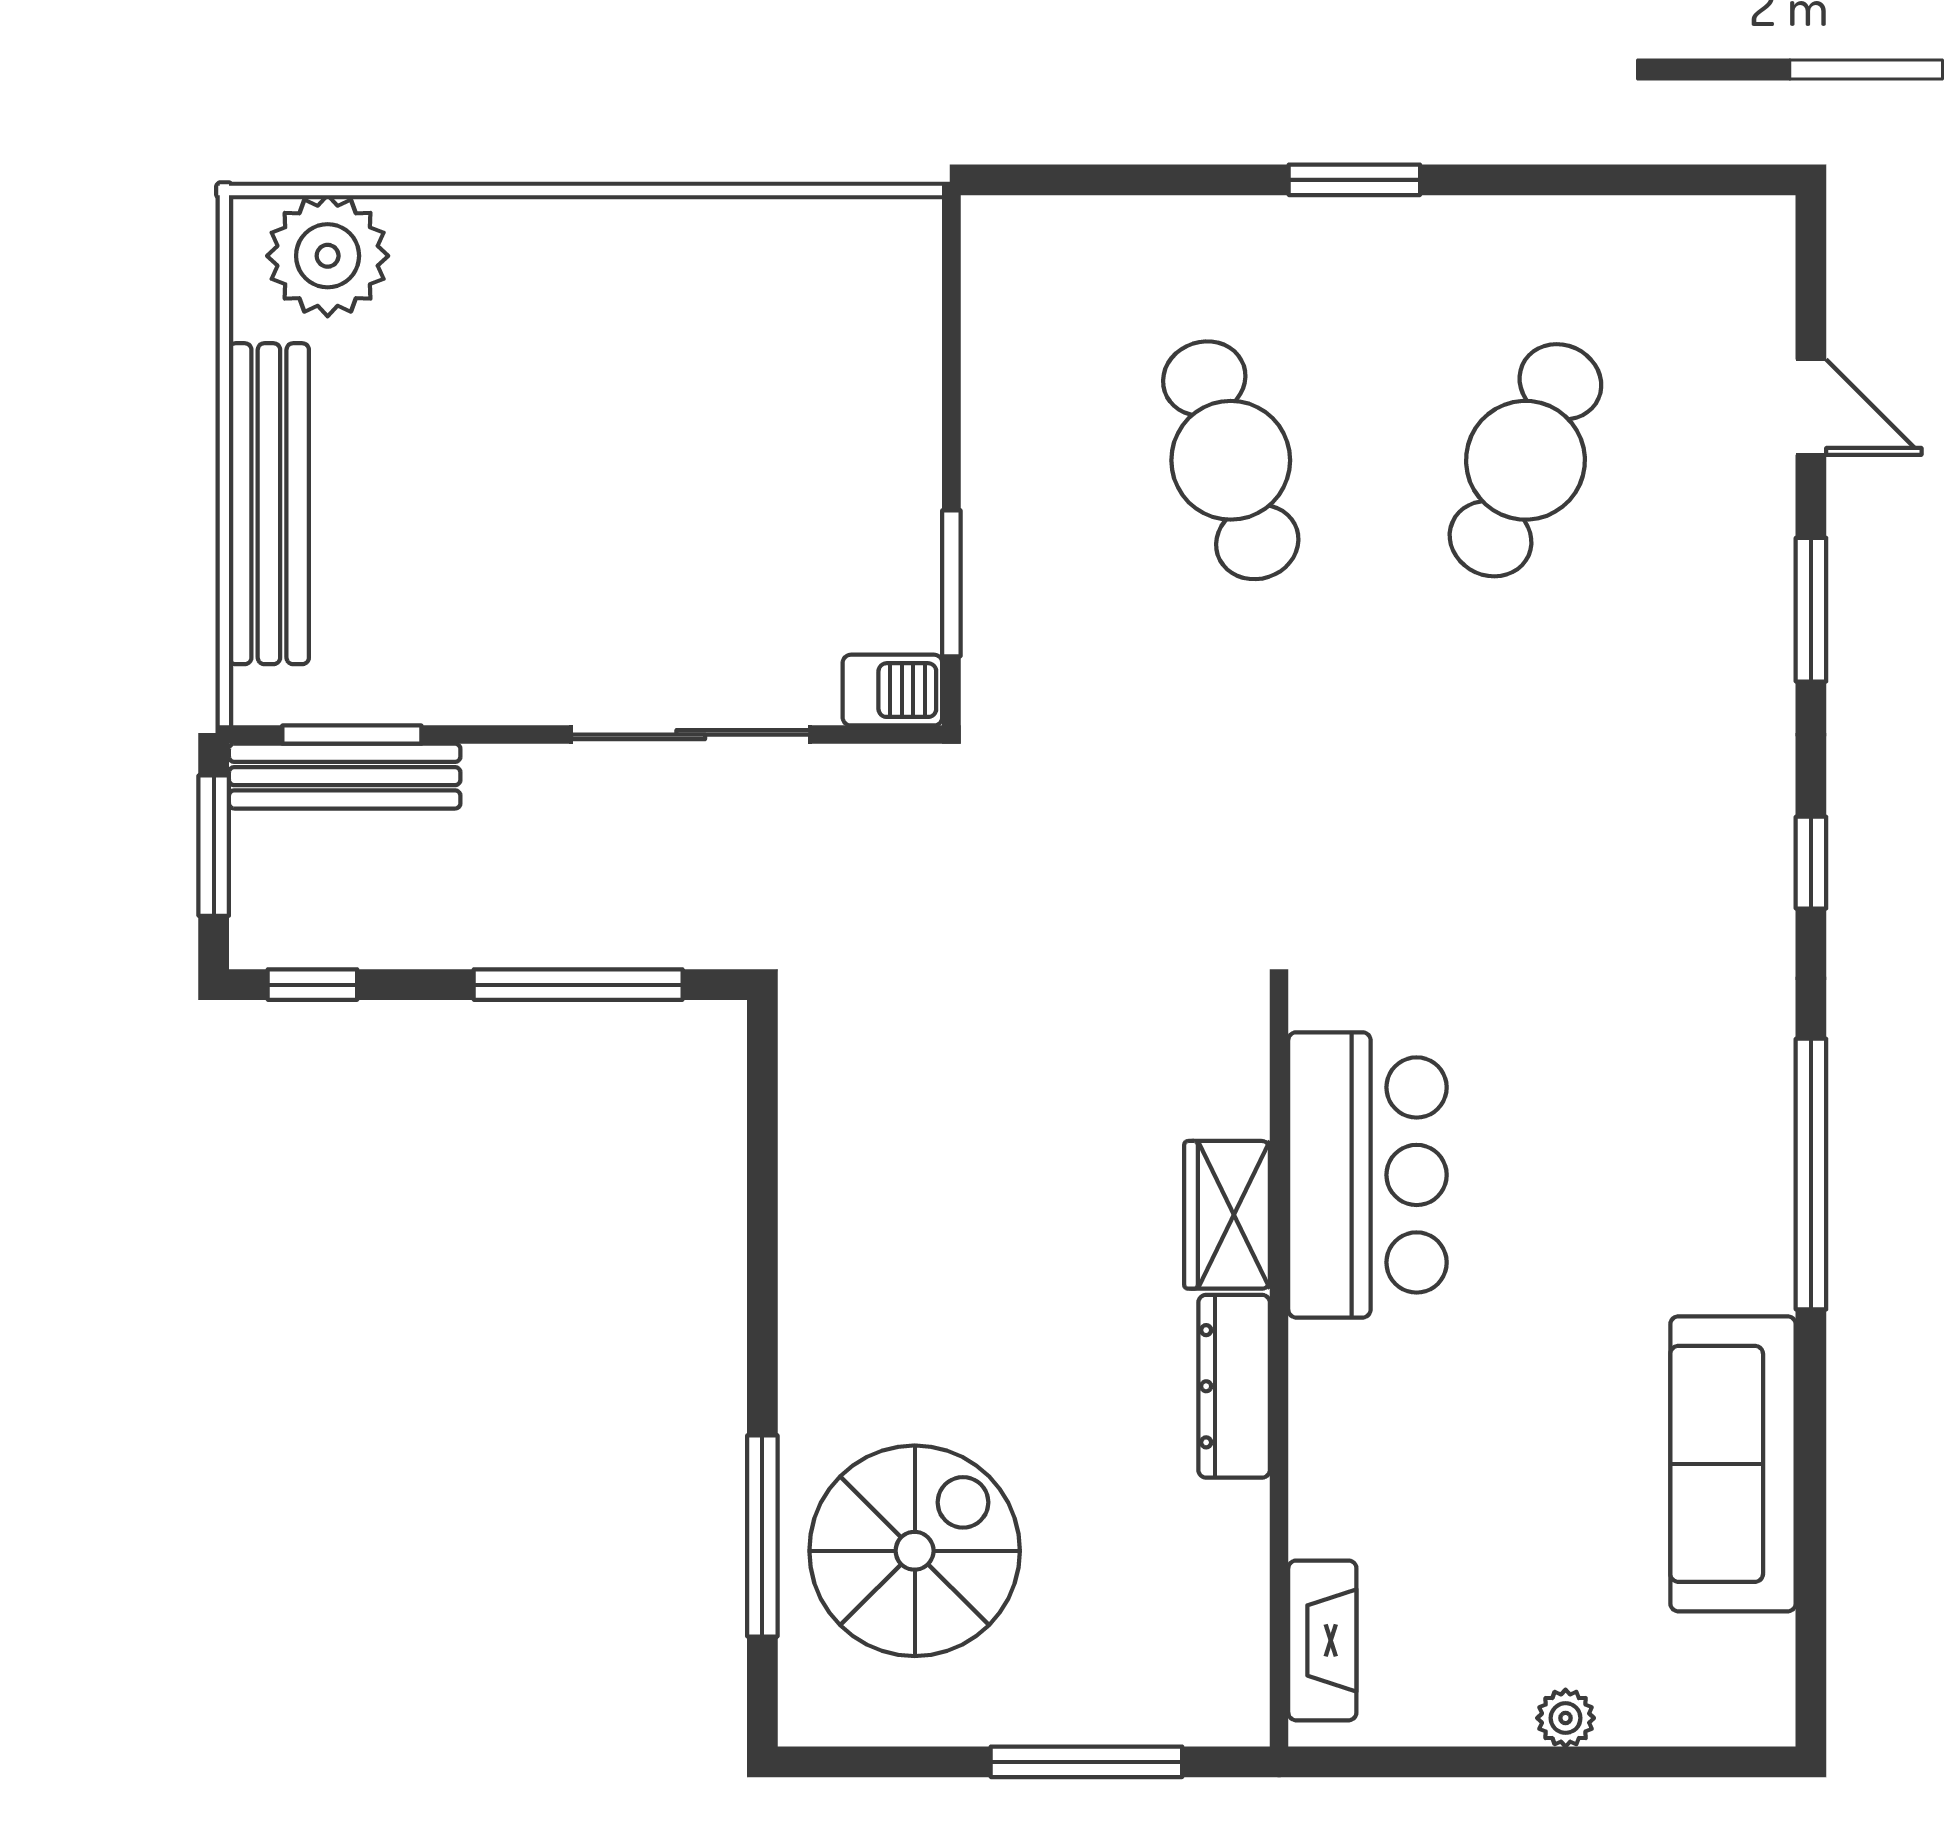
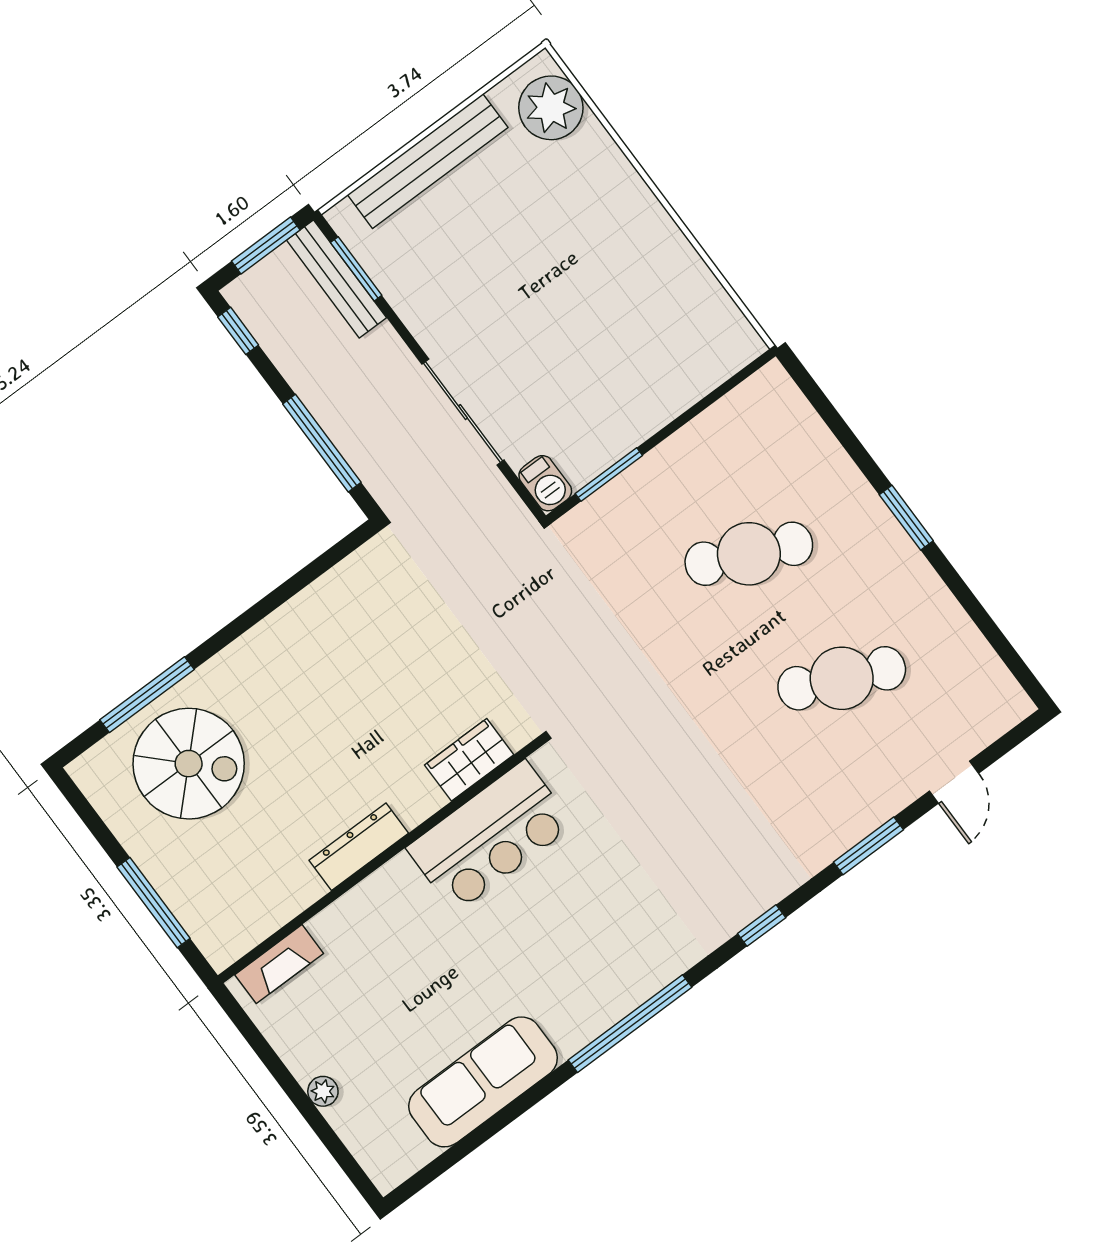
cafe table: (1231, 460) -> (749, 554), turned 42
wardrobe: (1227, 1215) -> (469, 760), moved

